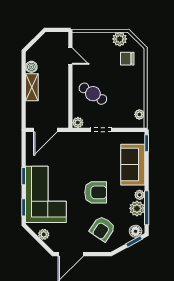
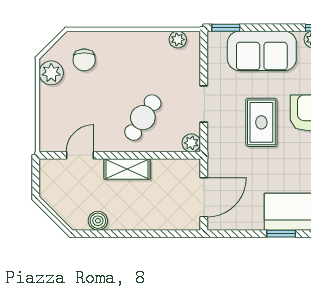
shelving: (32, 87) -> (127, 169), moved
door: (45, 130) -> (204, 197), hinge flipped
rug: (90, 164) -> (261, 122), added

